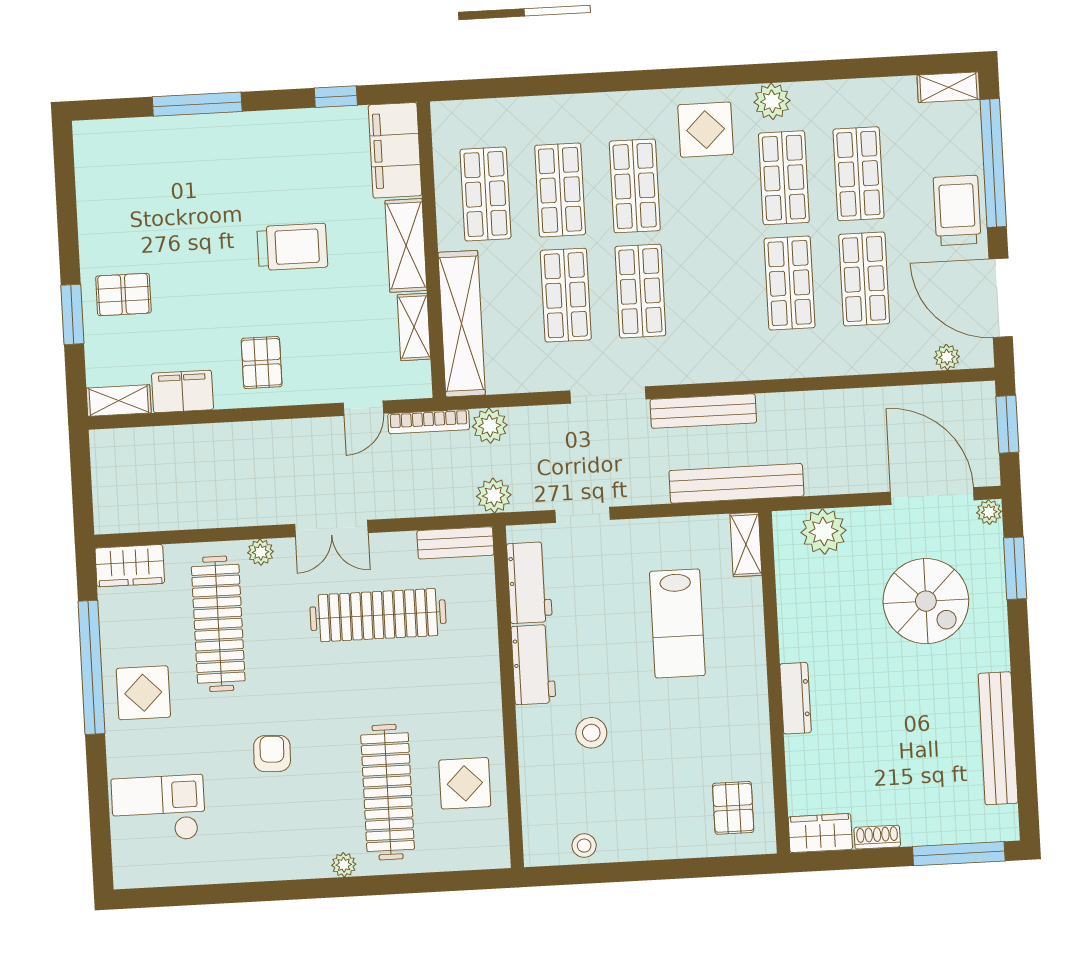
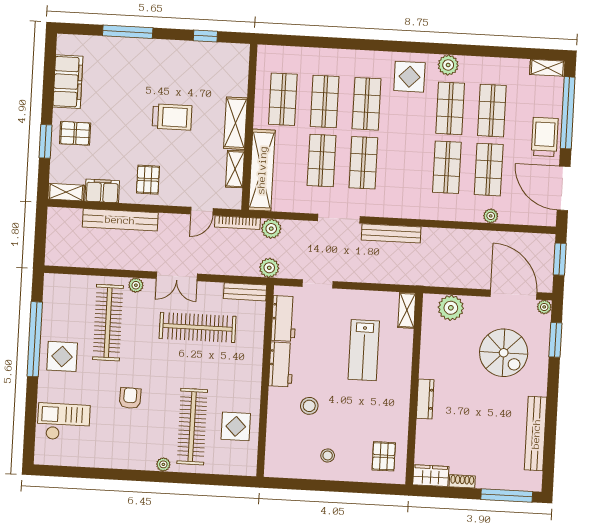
filing cabinet: (395, 150) -> (68, 82), moved, turned 180
plant: (947, 357) -> (491, 216), moved
bench: (736, 483) -> (120, 220), moved
wardrobe: (130, 566) -> (62, 285), removed
stool: (584, 846) -> (328, 455), moved

